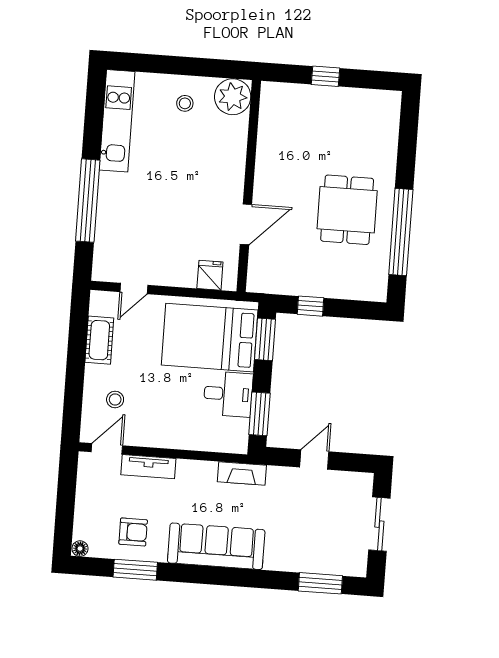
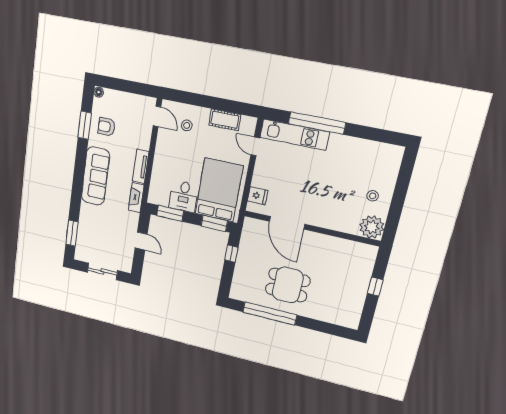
kitchen unit: (117, 121) -> (294, 135), moved
door: (246, 224) -> (287, 223), width x1.36
tv unit: (148, 467) -> (141, 166), moved
armchair: (133, 532) -> (106, 127), turned 90

